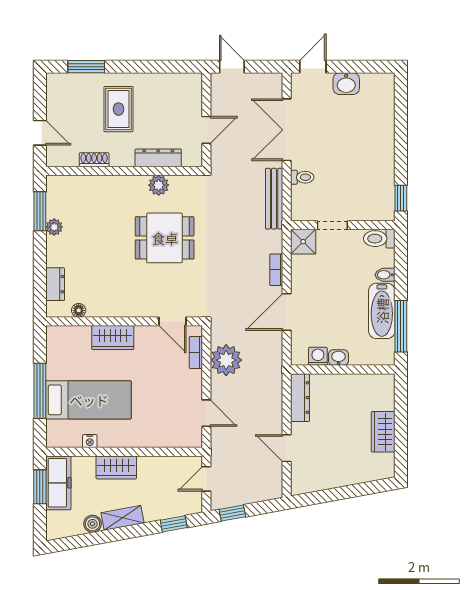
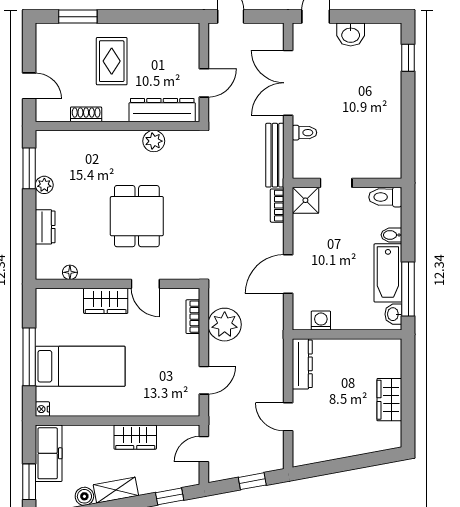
dresser: (158, 158) -> (162, 110), width x1.37, depth x1.24
window: (401, 198) -> (408, 58), moved
dining table: (165, 238) -> (137, 216), moved, turned 90
bookcase: (276, 270) -> (277, 206), moved
dresser: (55, 284) -> (45, 227), moved
door: (173, 321) -> (145, 284), moved
washbasin: (338, 358) -> (393, 314), moved, turned -90
door: (206, 413) -> (204, 380), hinge flipped
nightstand: (90, 441) -> (42, 409), moved, turned 90
wardrobe: (116, 467) -> (135, 437), moved
window: (40, 487) -> (29, 482), moved
window: (232, 513) -> (252, 481), moved

